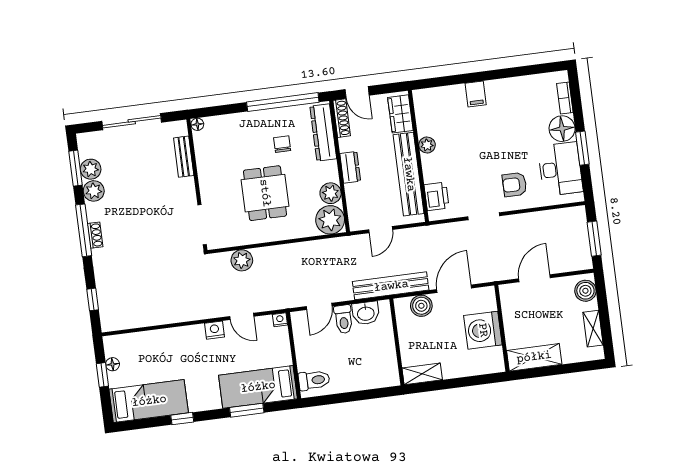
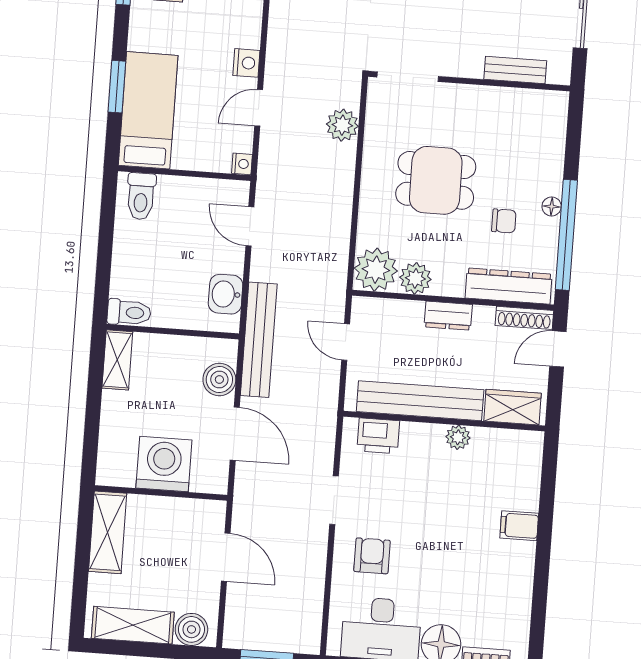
floor lamp: (197, 124) -> (552, 206), moved
toilet: (344, 319) -> (129, 312), moved, turned 180
shelving: (593, 329) -> (133, 625), width x1.50, depth x1.33

